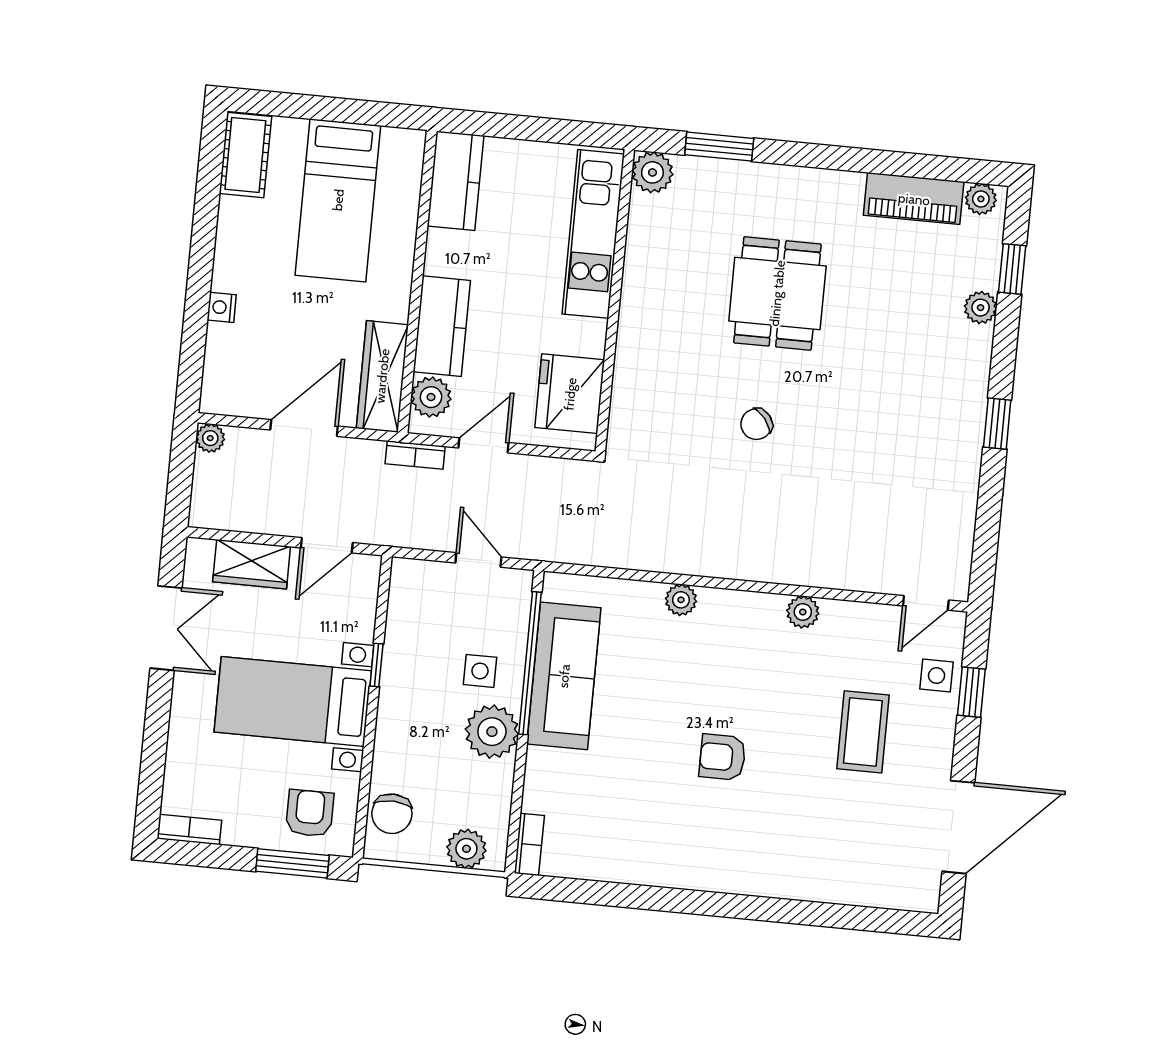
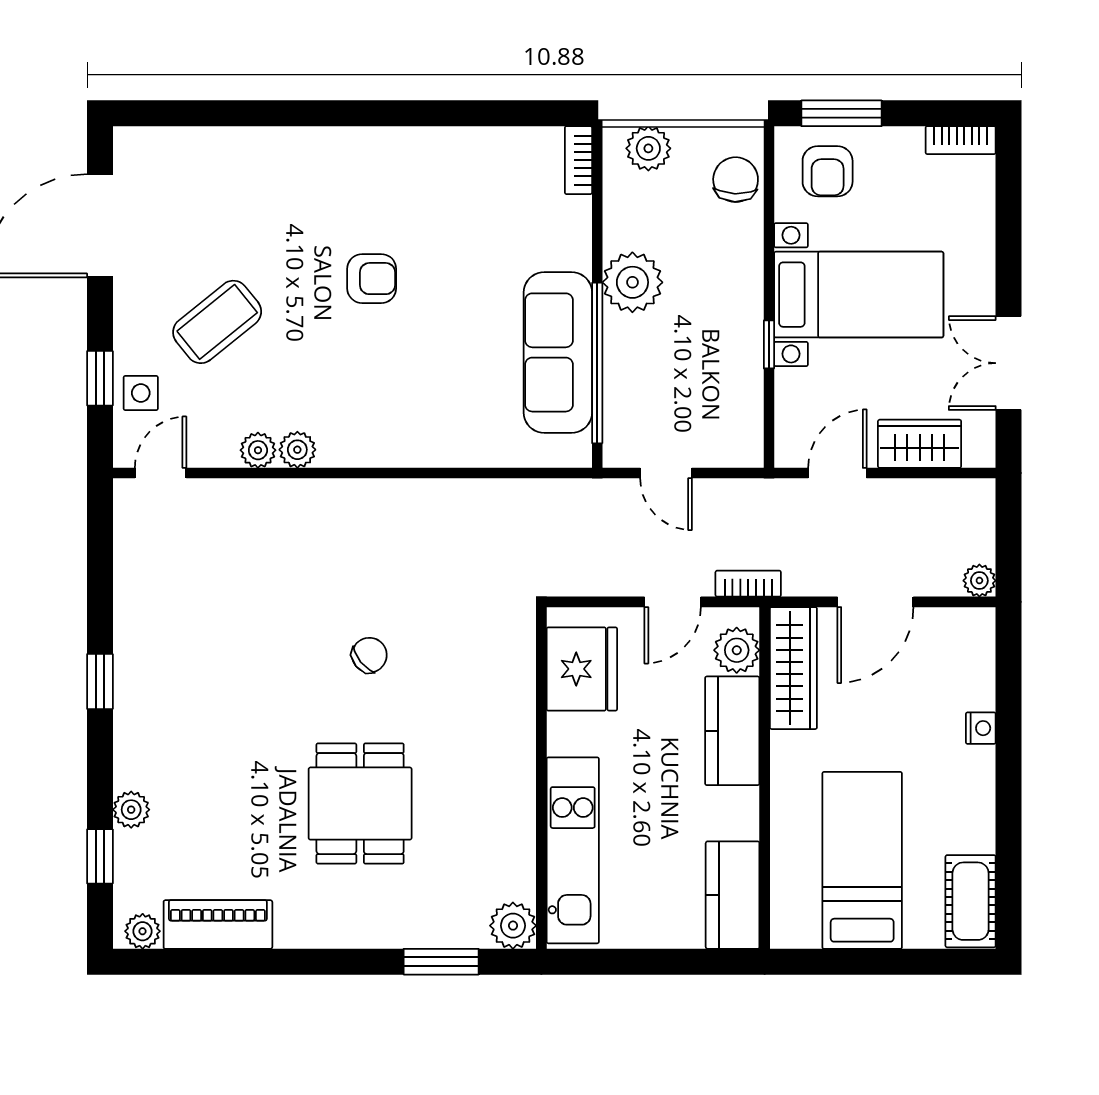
plant: (681, 600) -> (258, 450), moved
side table: (480, 671) -> (652, 349), removed
coffee table: (863, 732) -> (217, 322), turned 51

